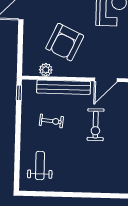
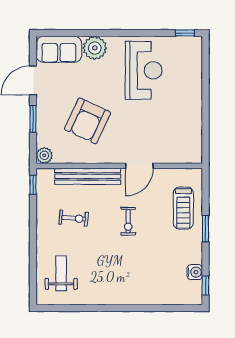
window: (20, 39) -> (33, 119), added
plant: (46, 70) -> (44, 155), moved
exercise bike: (96, 125) -> (128, 221), width x0.73, depth x0.72

